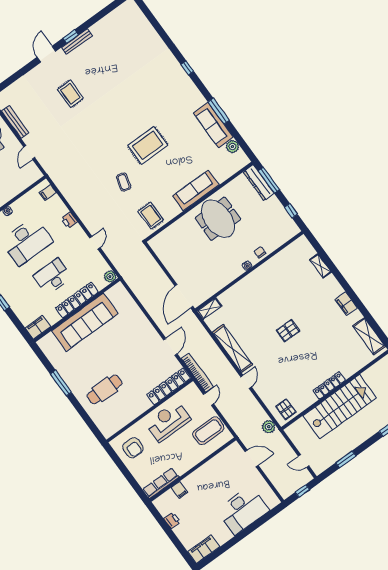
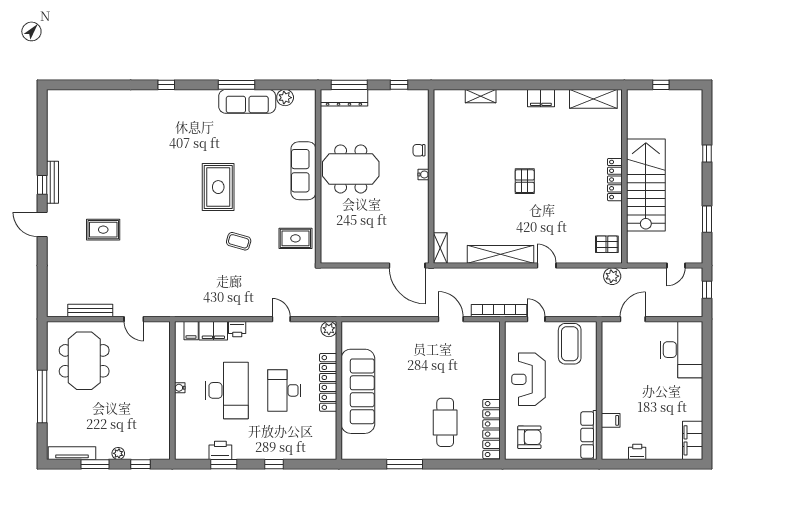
filing cabinet: (38, 327) -> (213, 331), moved, turned -90
locker: (169, 386) -> (492, 429), moved
desk: (243, 510) -> (681, 350), moved

